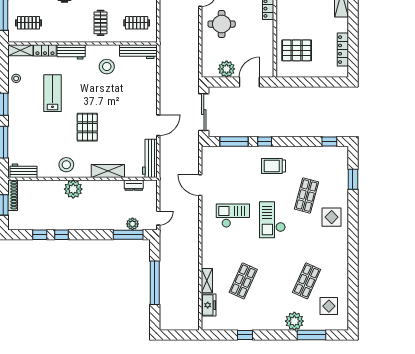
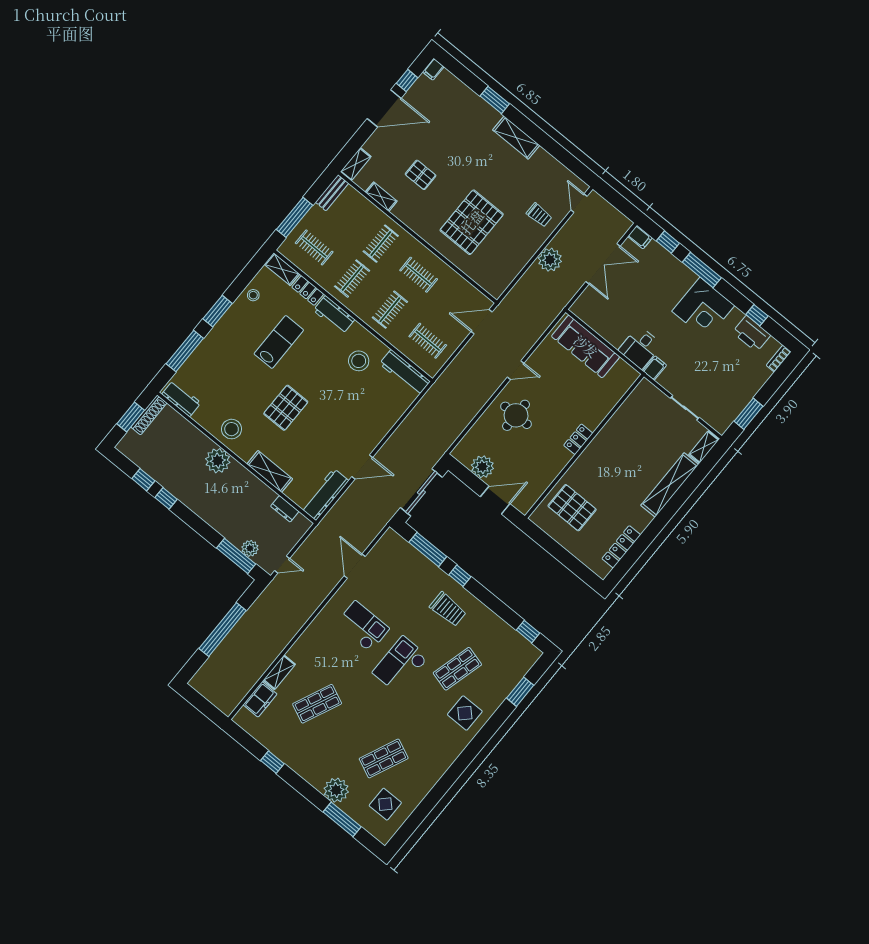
clothes rail: (65, 23) -> (352, 279), added
trolley: (273, 166) -> (448, 609), turned 180

